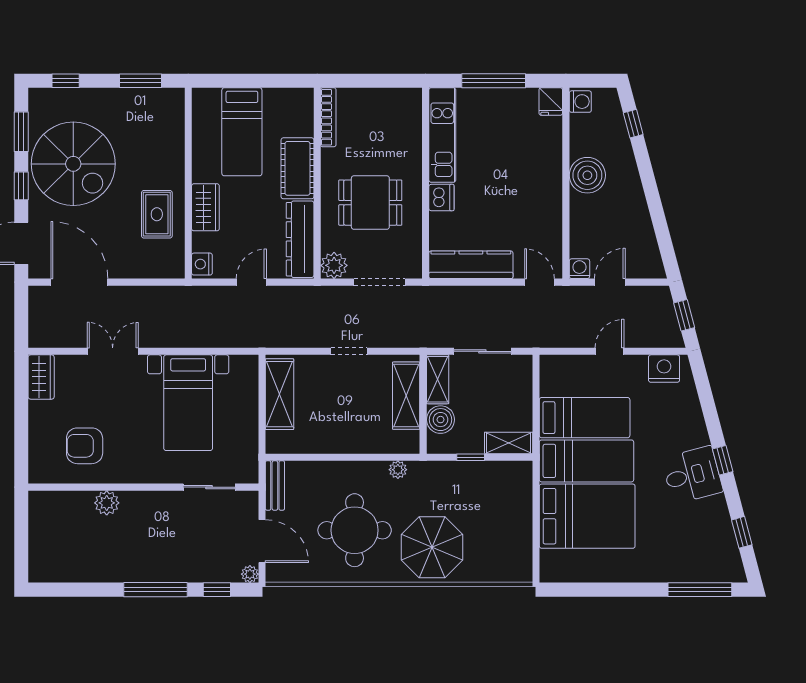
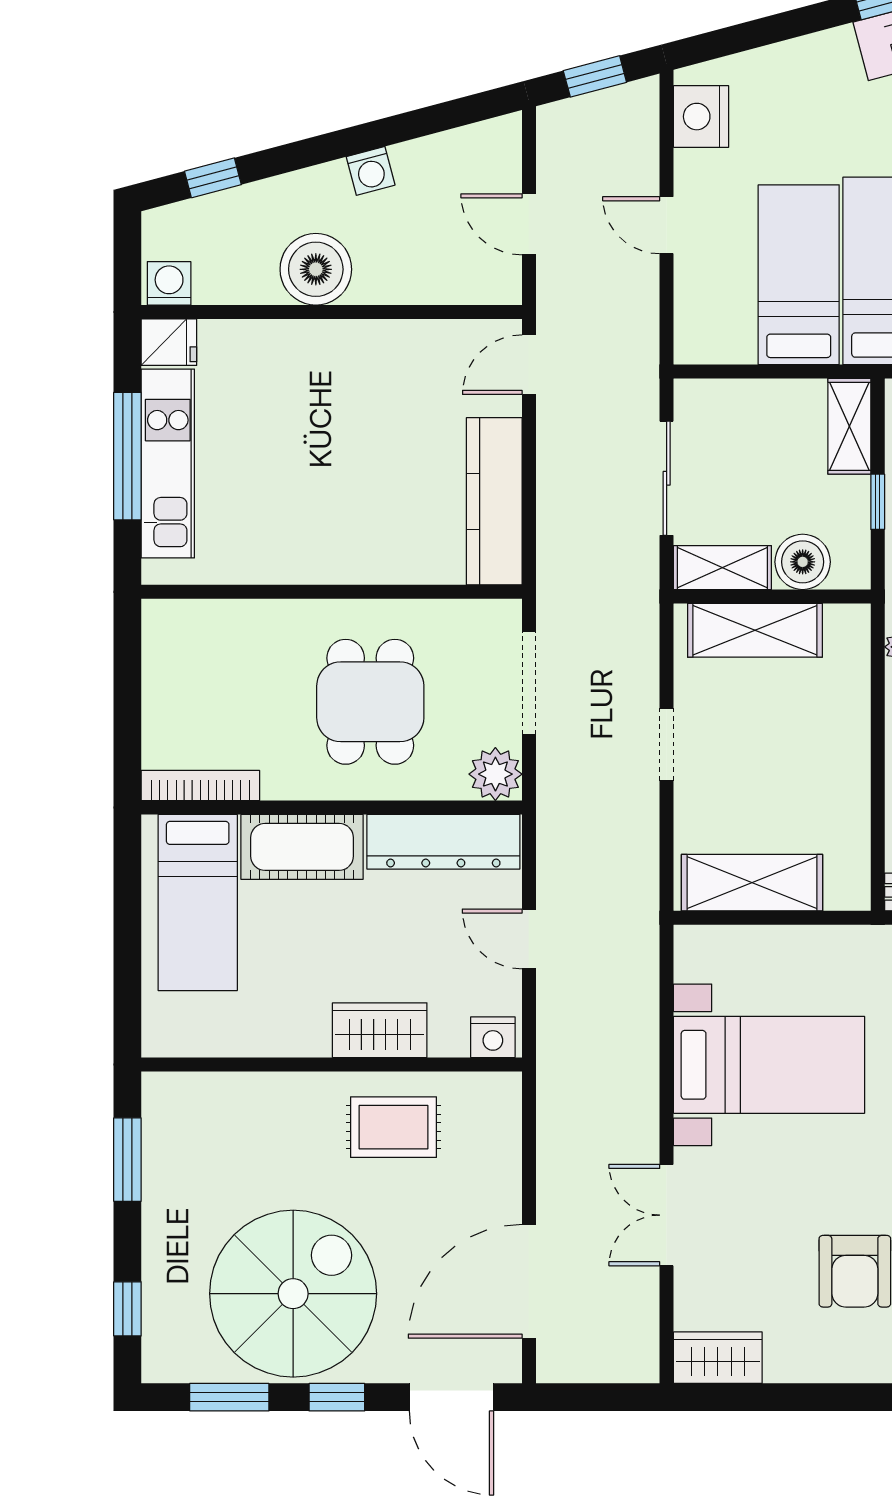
bed: (242, 132) -> (198, 902), moved, turned 90
kitchen unit: (442, 135) -> (168, 463), moved, turned 90
dishwasher: (441, 198) -> (360, 560), removed
washing machine: (579, 269) -> (371, 171), moved, turned -105

